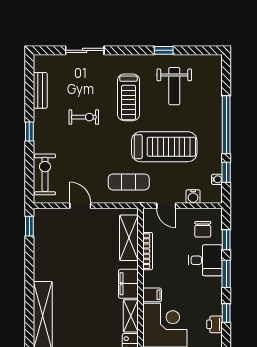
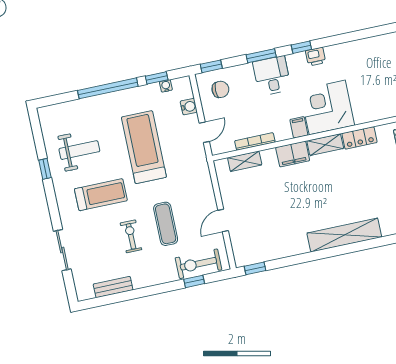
window: (29, 132) -> (194, 281), moved
exercise mat: (129, 182) -> (166, 224), moved
shelving: (129, 238) -> (245, 161), width x0.67, depth x0.75
window: (226, 240) -> (211, 66), moved
desk: (205, 260) -> (272, 76), moved

